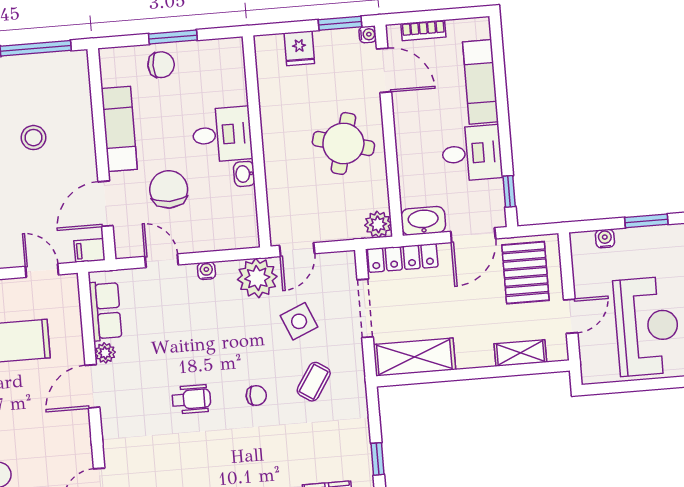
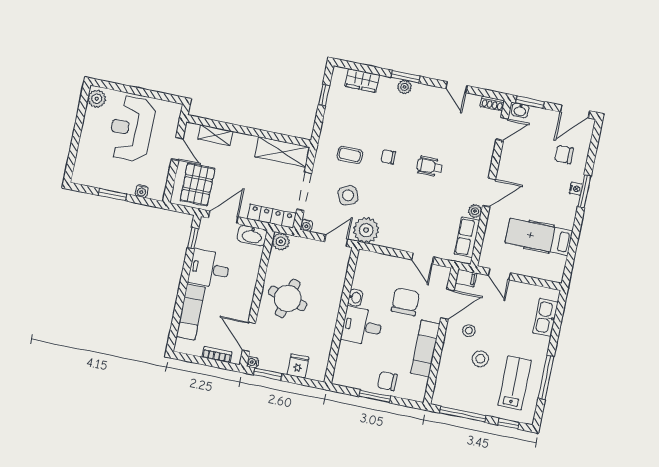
stool: (63, 174) -> (469, 331), added
chair: (169, 189) -> (405, 302), turned 180
water cooler: (206, 271) -> (306, 225), moved
door: (571, 316) -> (177, 149), swing flipped
coffee table: (314, 382) -> (350, 155), turned 57

